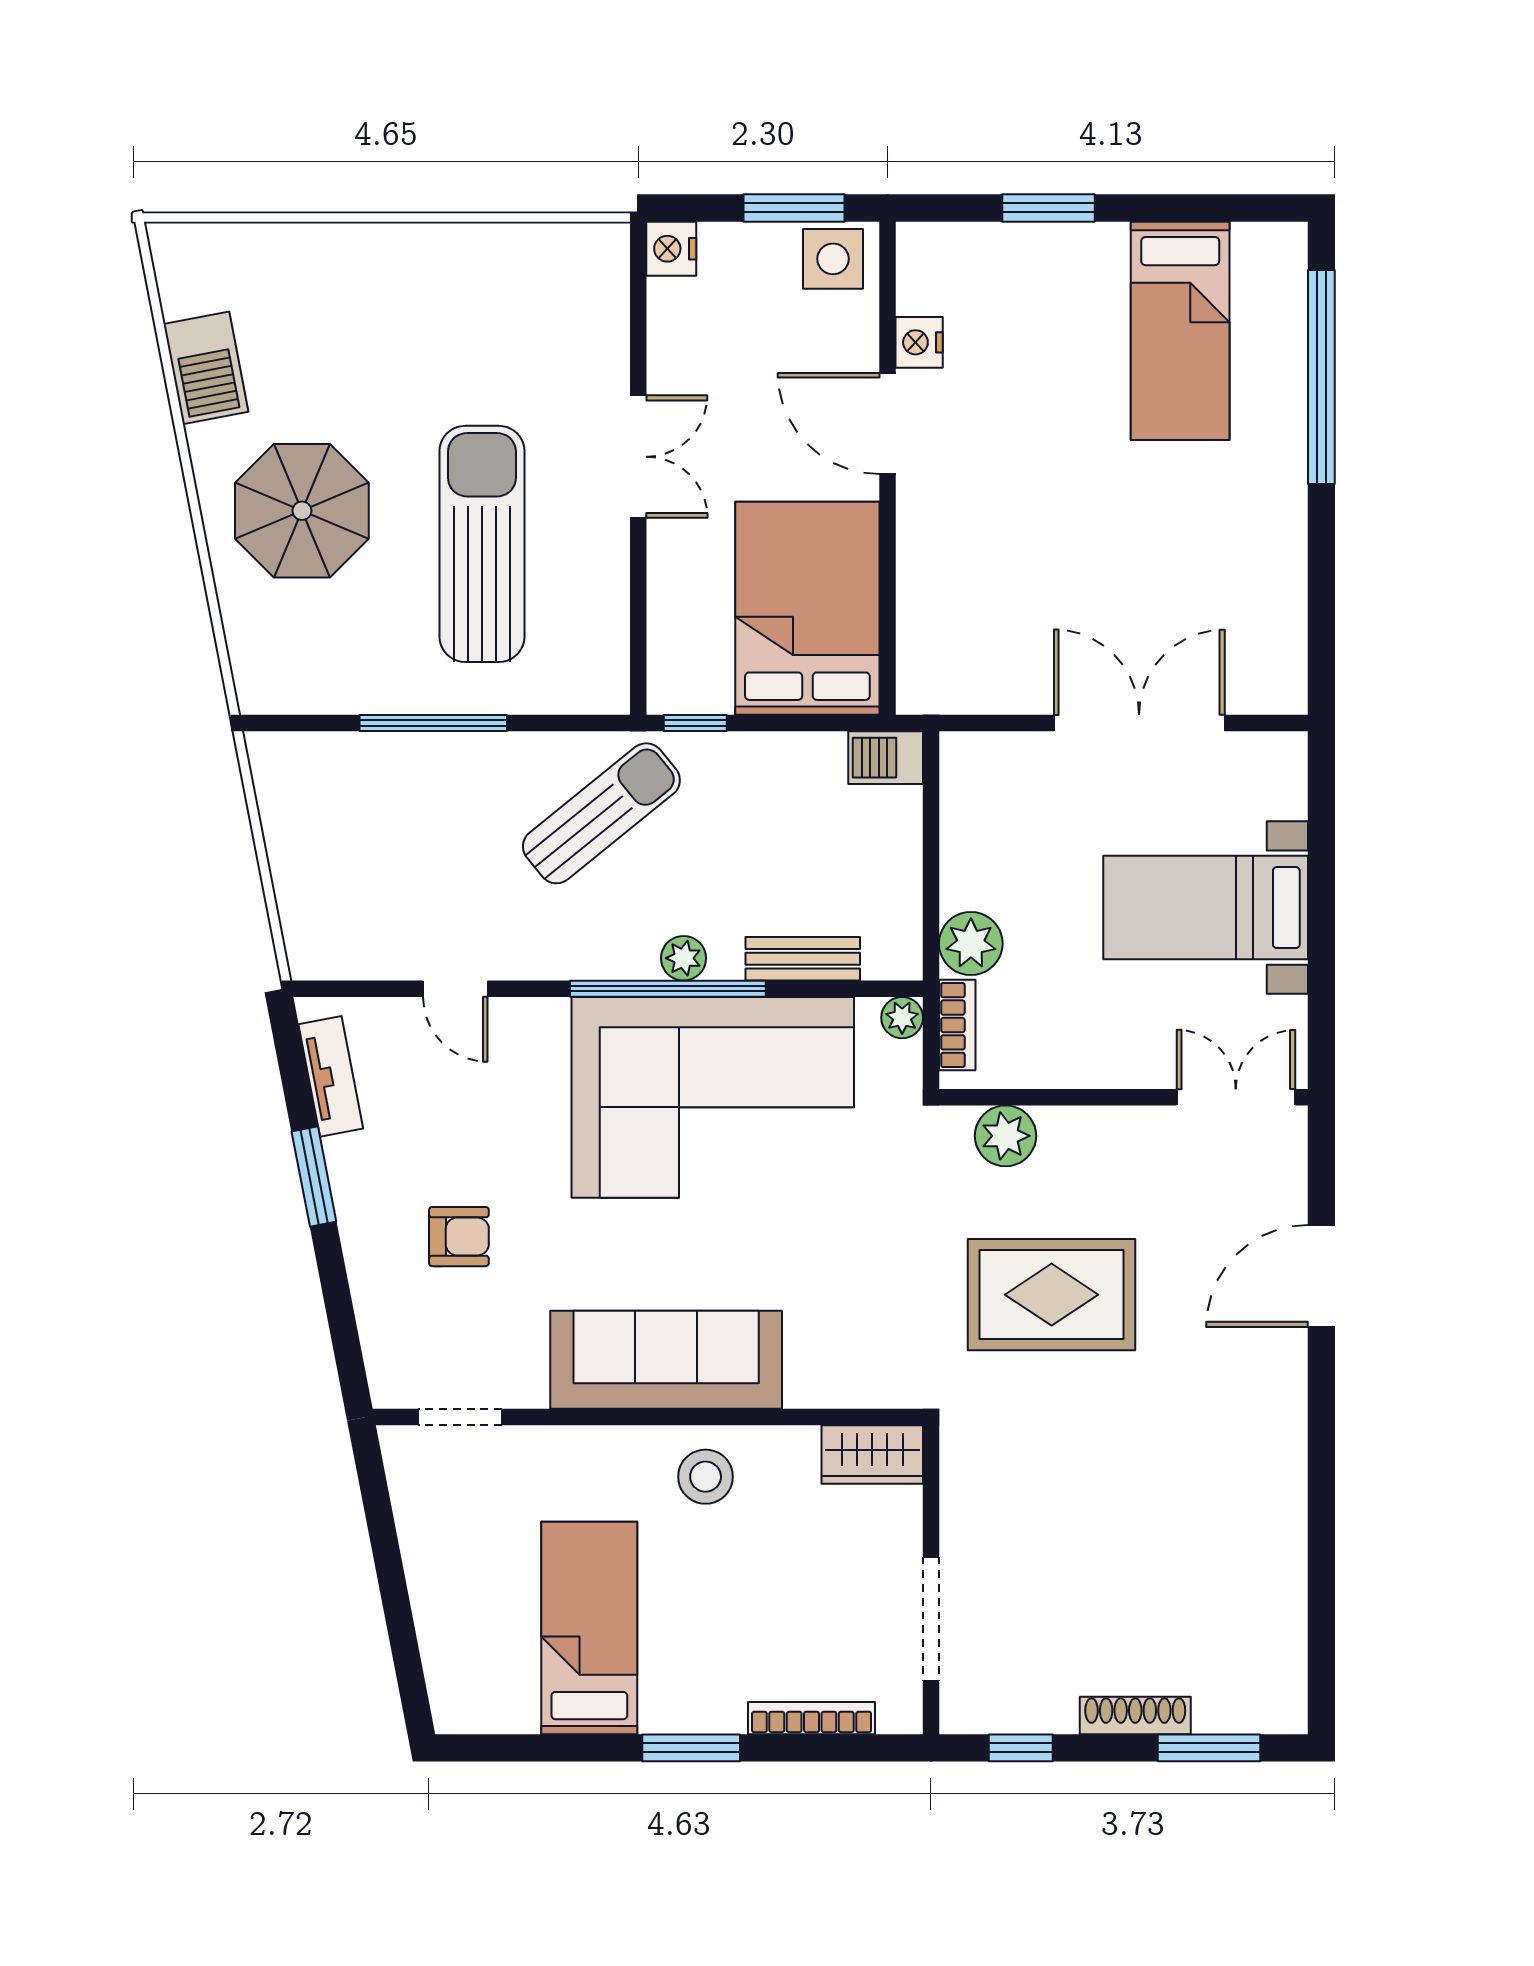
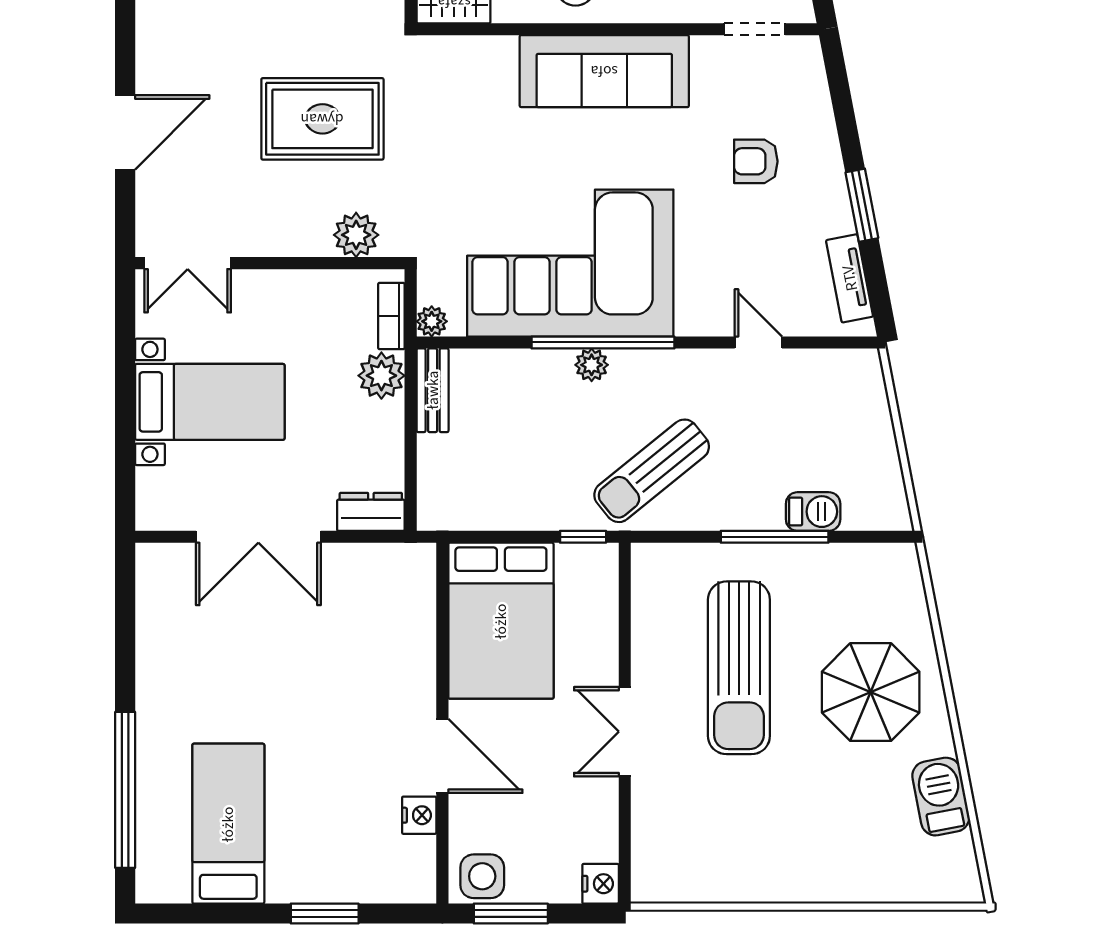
dresser: (985, 757) -> (371, 512), added
barbecue: (886, 758) -> (813, 512), moved
bench: (803, 959) -> (433, 390), moved, turned 90

